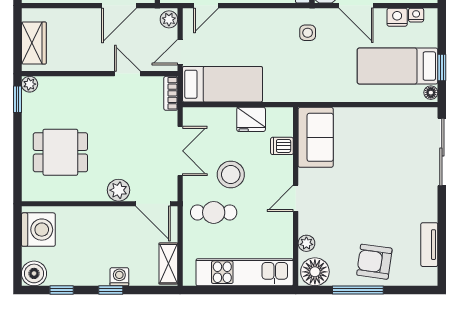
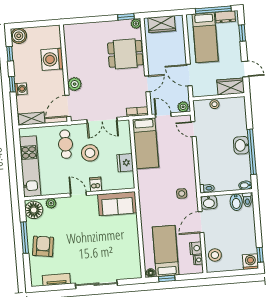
dishwasher: (282, 146) -> (96, 184), moved
dining table: (60, 152) -> (125, 54), moved, turned 90
sliding door: (442, 152) -> (96, 284), moved
washing machine: (38, 230) -> (52, 59), moved, turned 90

